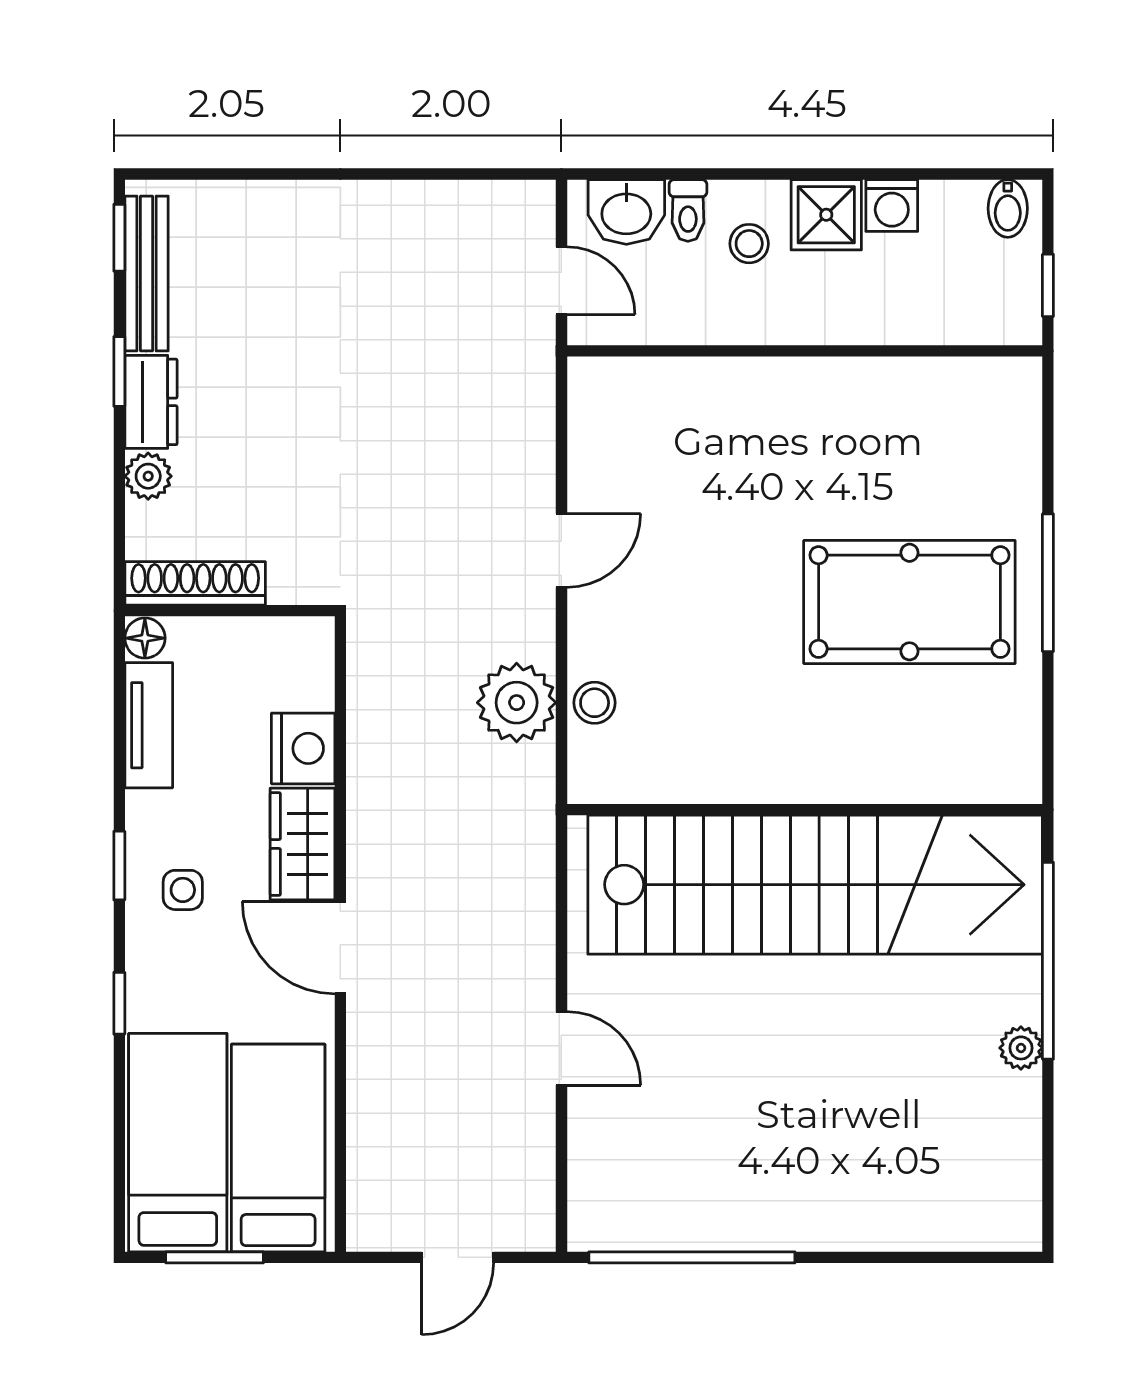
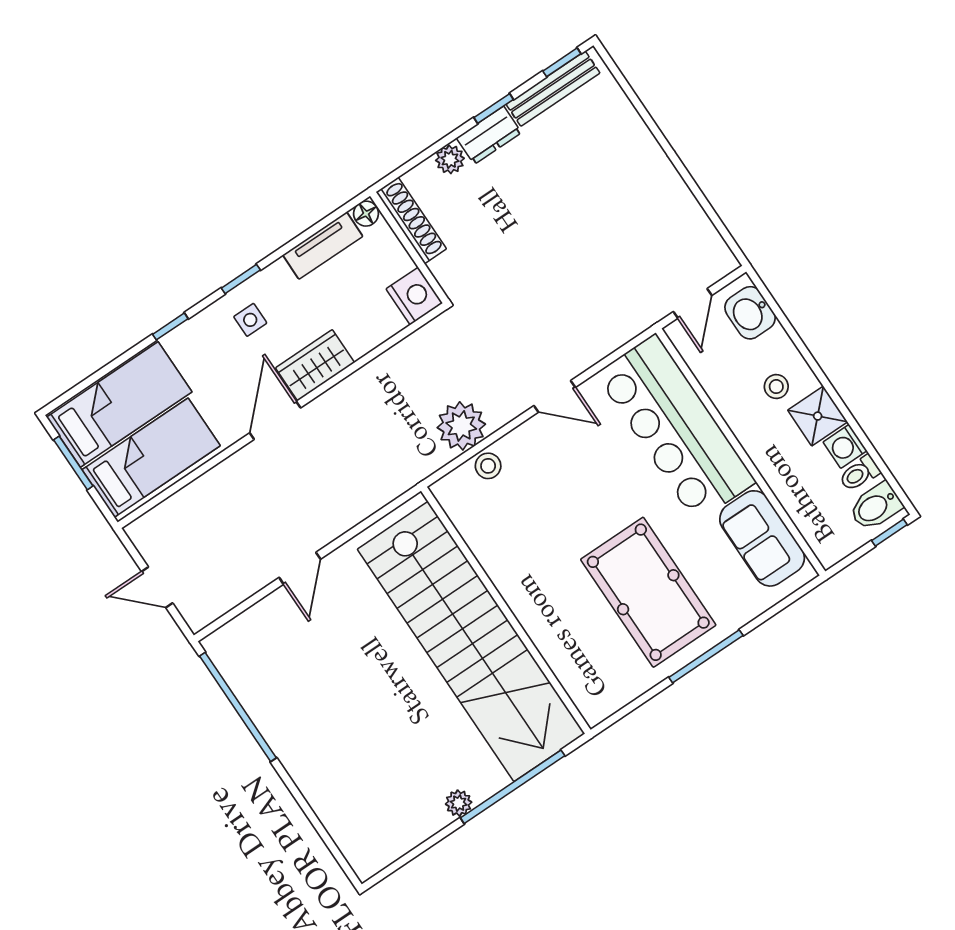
bidet: (1008, 208) -> (876, 506), width x1.38, depth x1.36
toilet: (688, 210) -> (859, 473), moved
window: (1048, 285) -> (889, 533), moved
sofa: (940, 400) -> (762, 538), added
bar counter: (714, 416) -> (676, 428), added
nightstand: (303, 748) -> (414, 296), moved, turned -90

